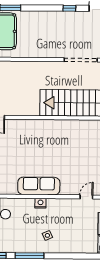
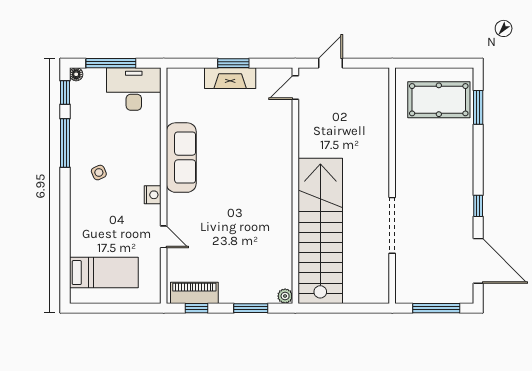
nightstand: (40, 203) -> (153, 195), moved

